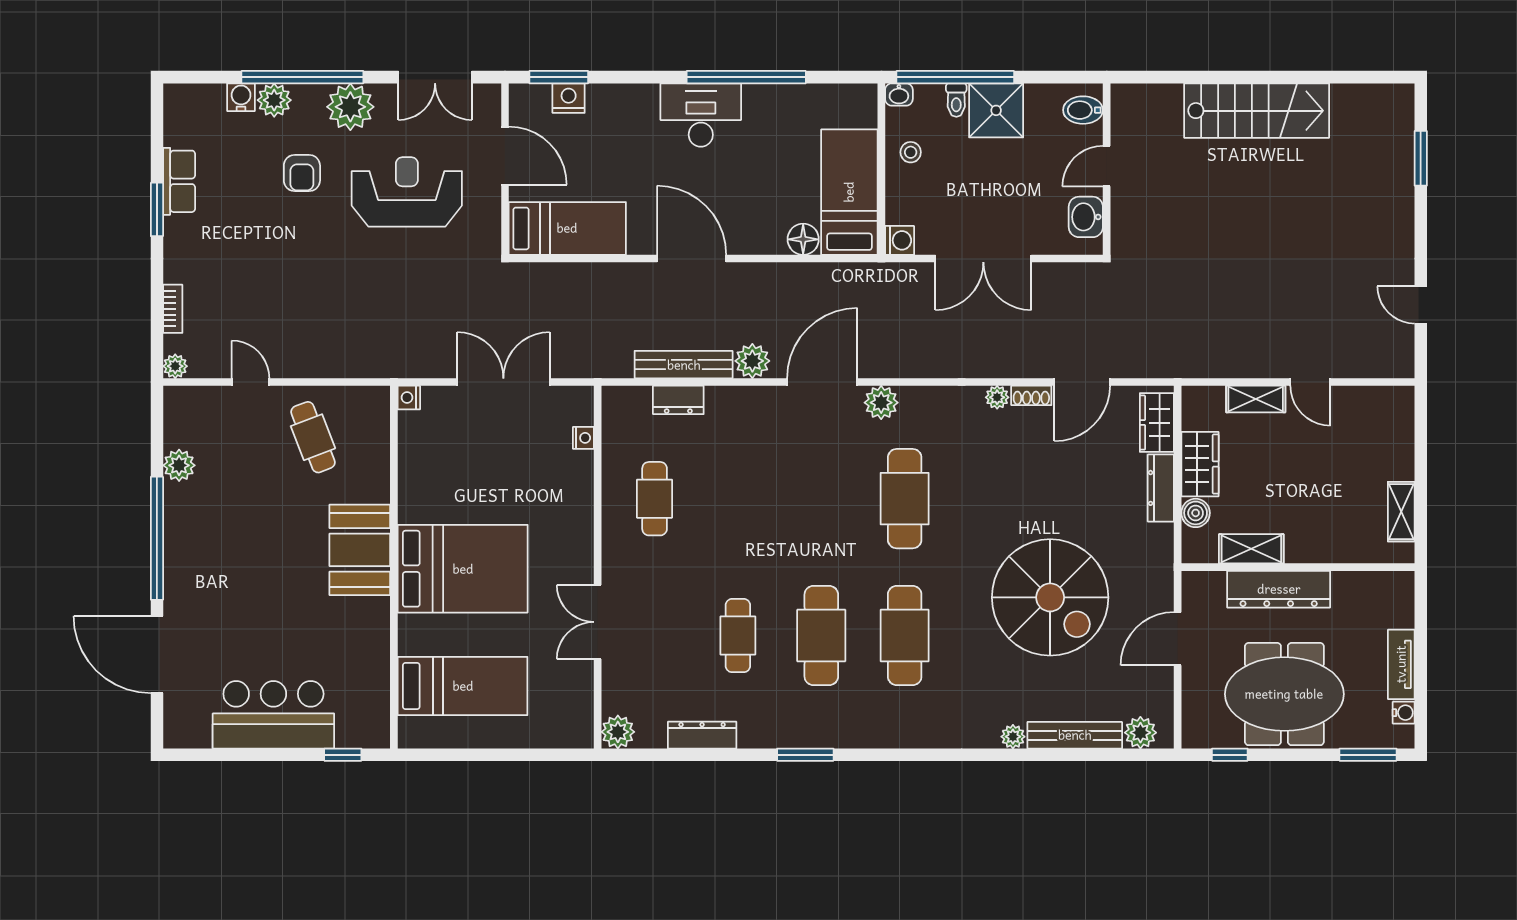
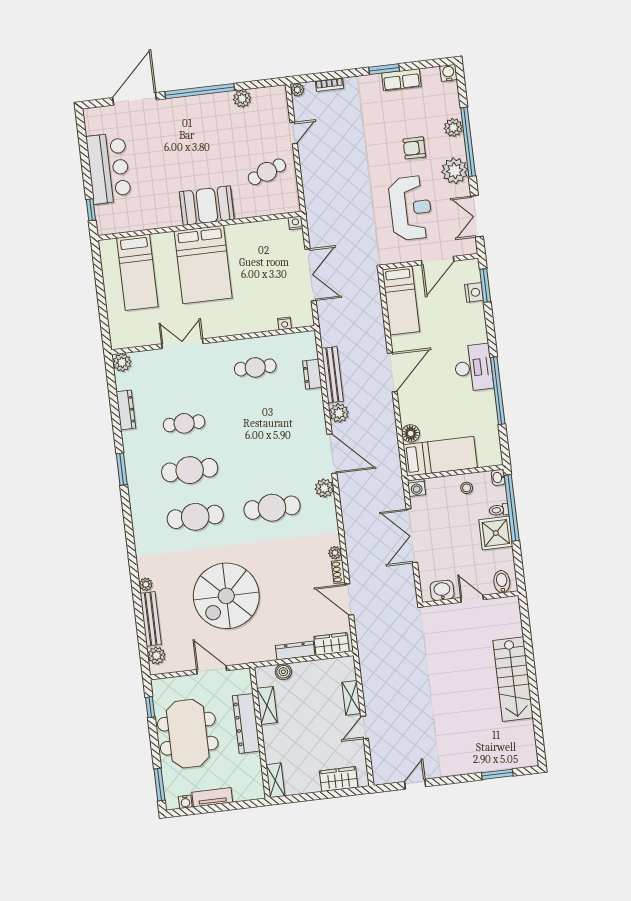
water cooler: (241, 97) -> (448, 73), moved, turned -90
wardrobe: (1200, 464) -> (339, 779), moved, turned 180
shelving: (1401, 512) -> (275, 780), moved, turned 90

